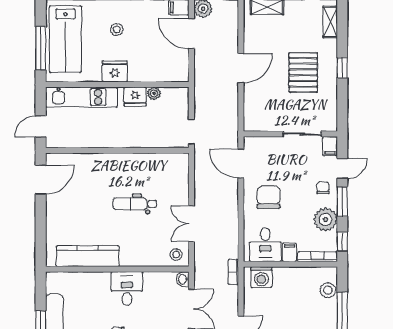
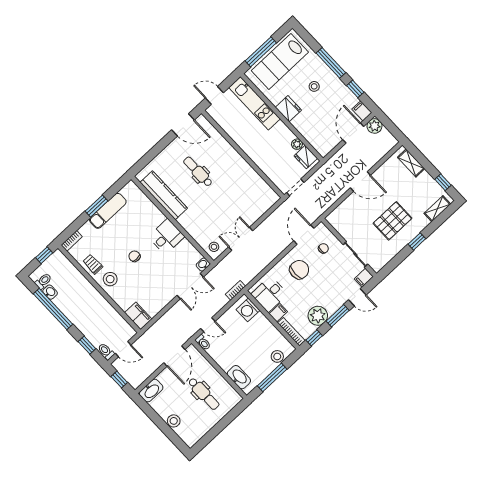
fridge: (135, 97) -> (306, 157), moved
chair: (323, 188) -> (323, 248), moved
dental chair: (135, 204) -> (198, 172), moved

